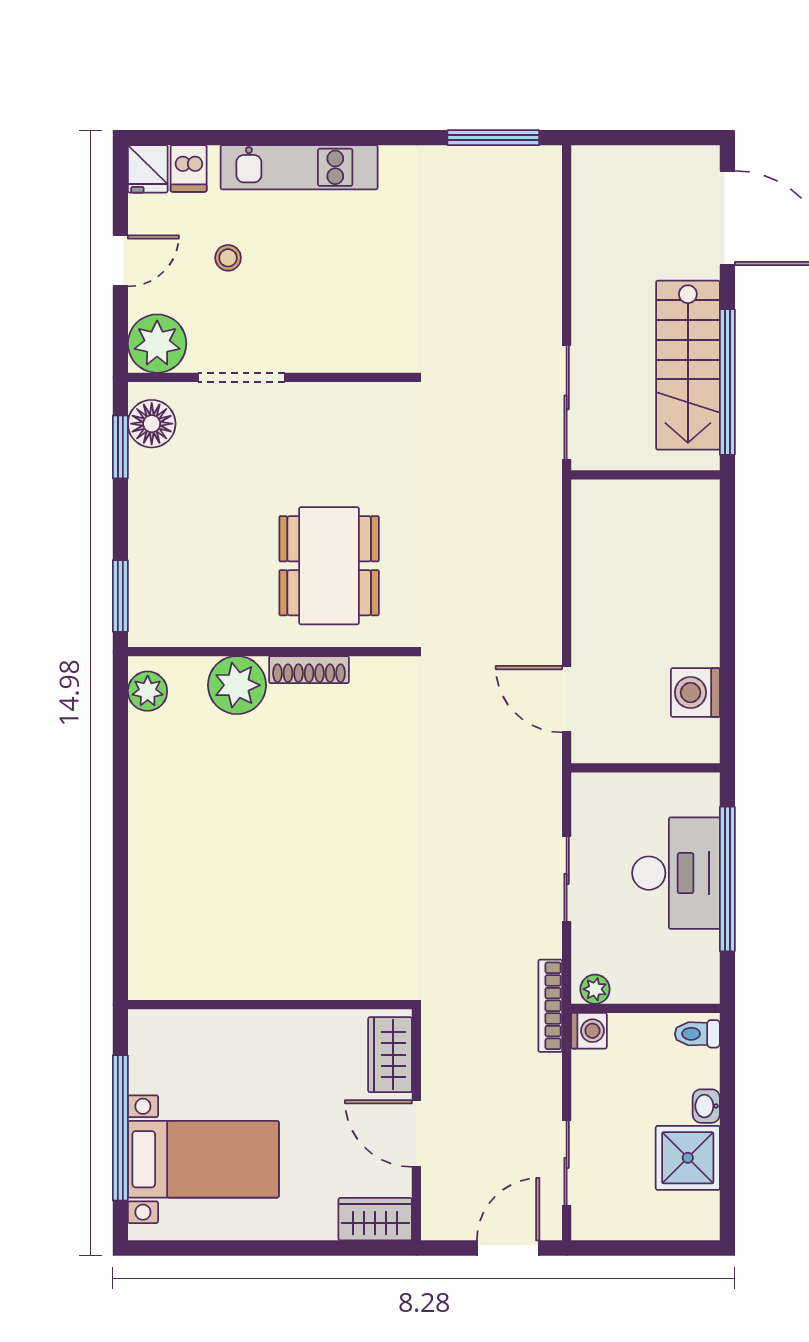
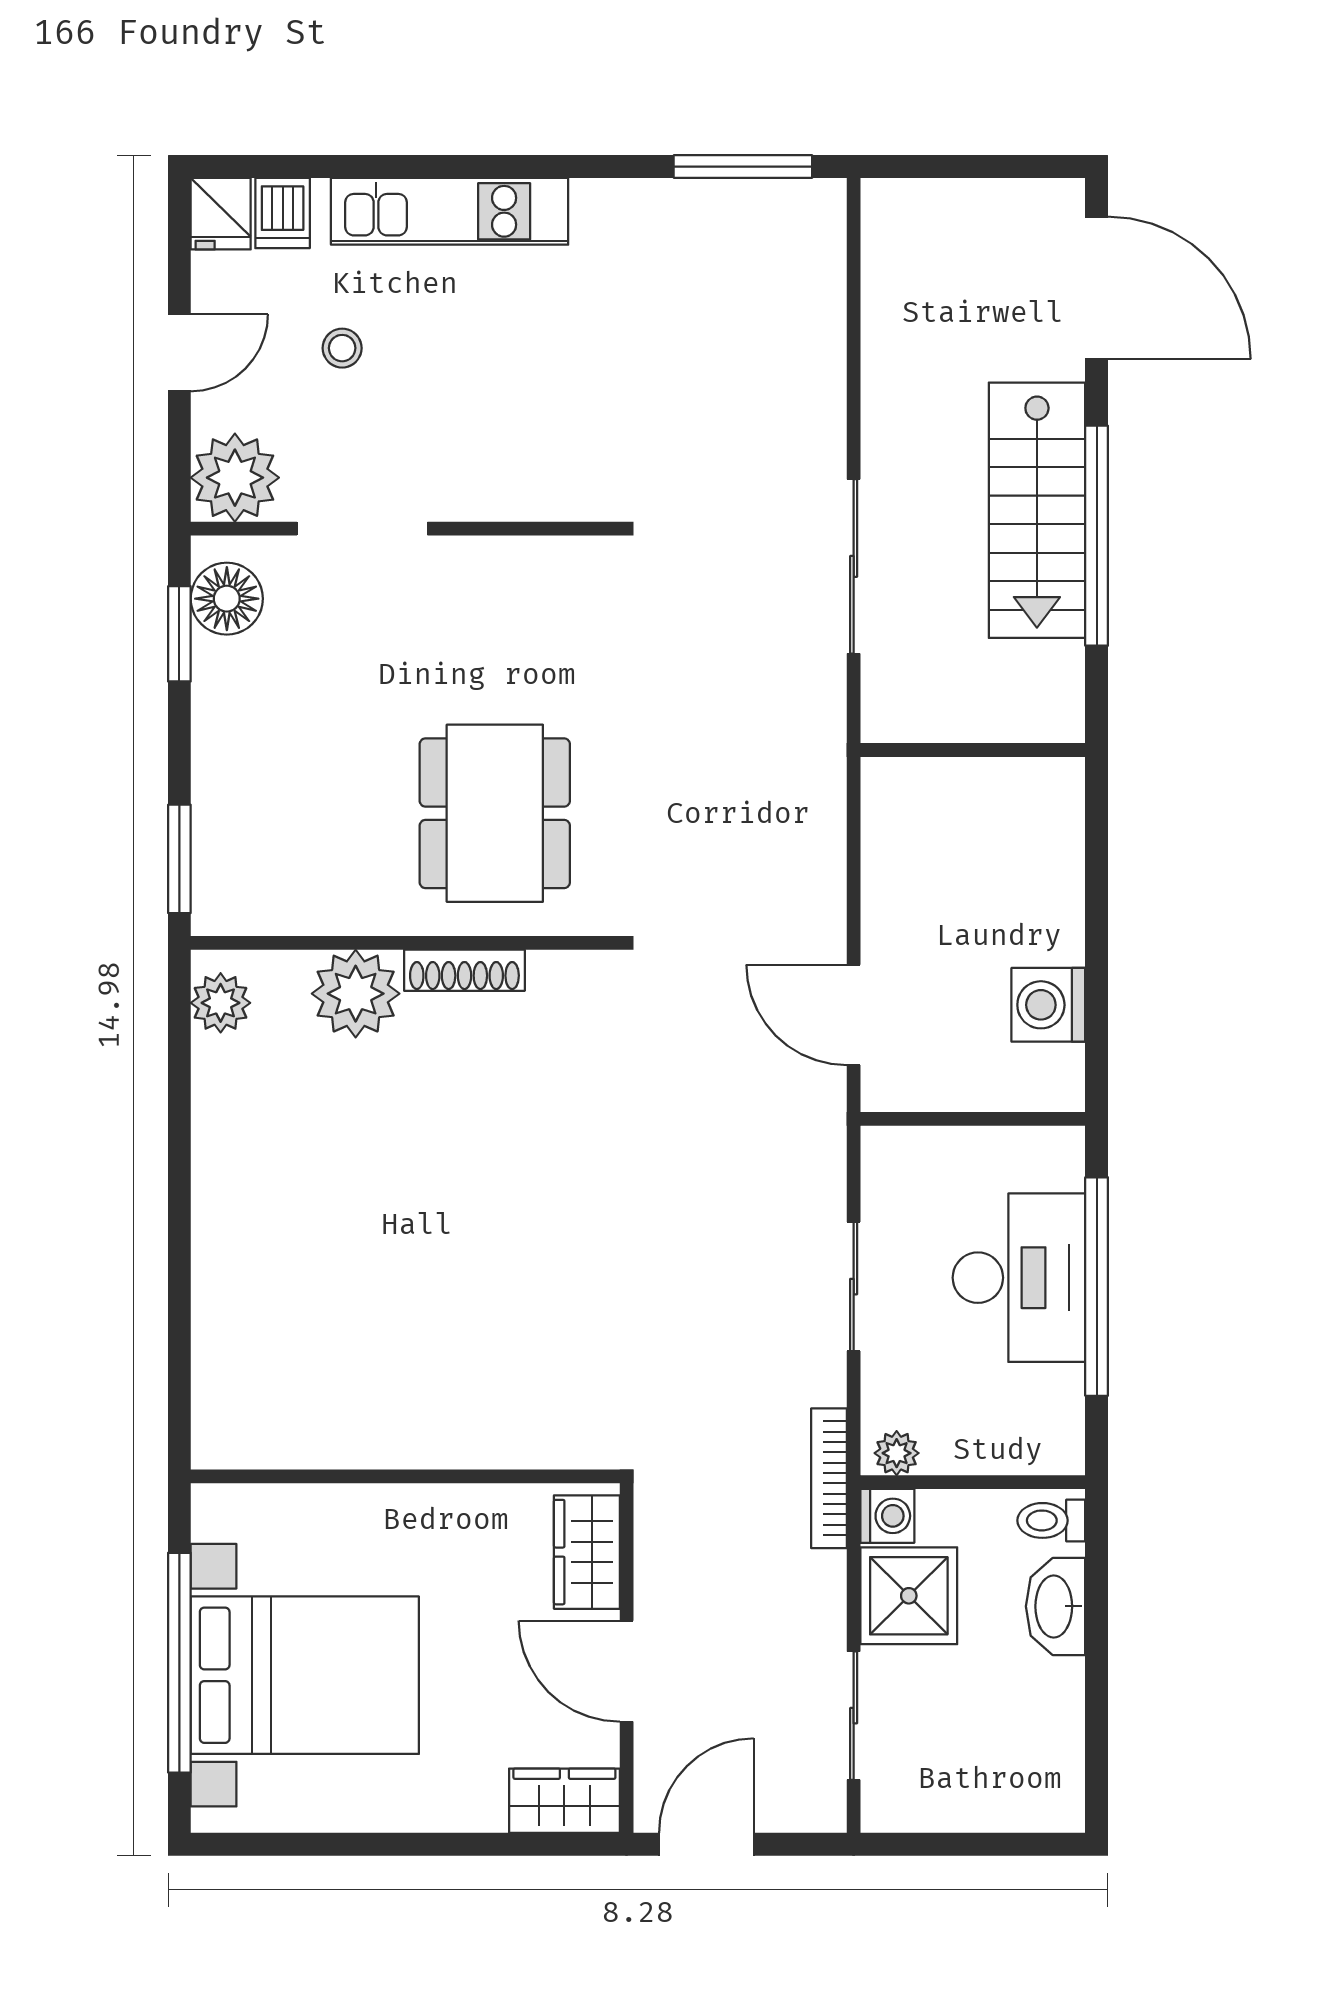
wall: (645, 475) -> (973, 750), moved
washbasin: (706, 1106) -> (1056, 1606), width x1.91, depth x1.45
shower: (688, 1158) -> (909, 1596), moved
bed with nightstands: (203, 1159) -> (305, 1675), width x1.36
door: (508, 1248) -> (706, 1844), moved

